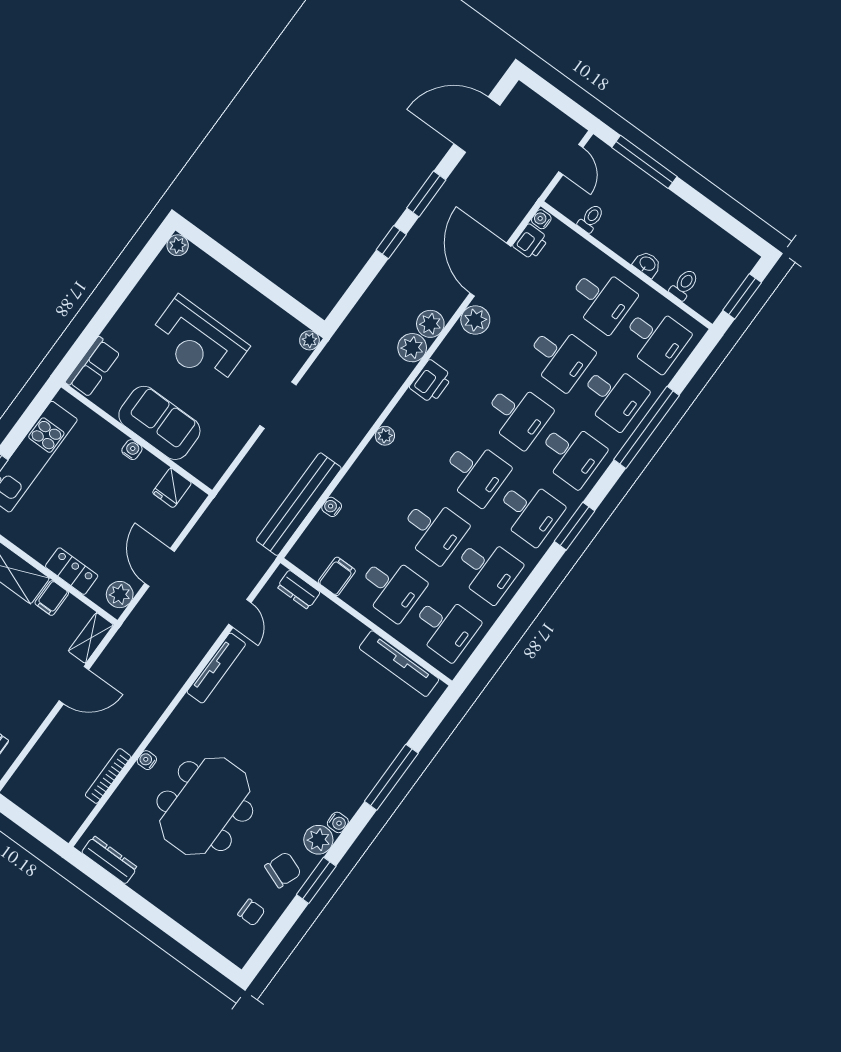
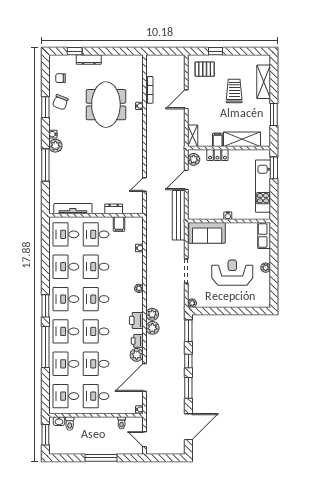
window: (644, 162) -> (101, 458), moved
printer: (531, 242) -> (137, 341), moved
plant: (178, 245) -> (266, 268), moved
washbasin: (647, 264) -> (59, 421), moved
door: (490, 270) -> (145, 377), swing flipped
window: (352, 296) -> (188, 331), added
plant: (430, 324) -> (152, 314), moved
sofa: (159, 423) -> (207, 233), moved
window: (646, 427) -> (45, 347), moved
fridge: (172, 488) -> (203, 212), removed
bench: (299, 504) -> (179, 215), moved
door: (160, 568) -> (186, 180), swing flipped
dresser: (298, 590) -> (114, 209), moved
door: (240, 613) -> (145, 185), hinge flipped
tv unit: (216, 668) -> (139, 158), removed
door: (74, 685) -> (186, 99), moved
plant: (318, 840) -> (55, 146), moved
dresser: (110, 860) -> (89, 60), moved
window: (191, 942) -> (75, 51), added

